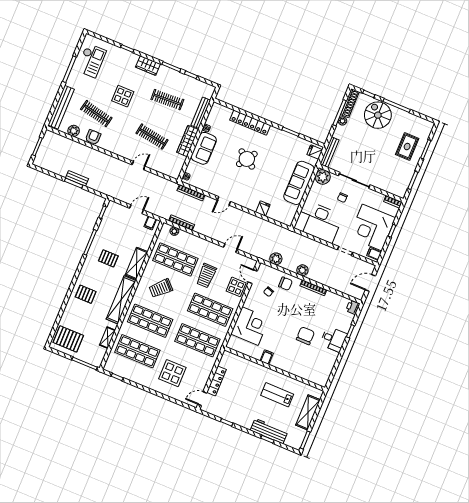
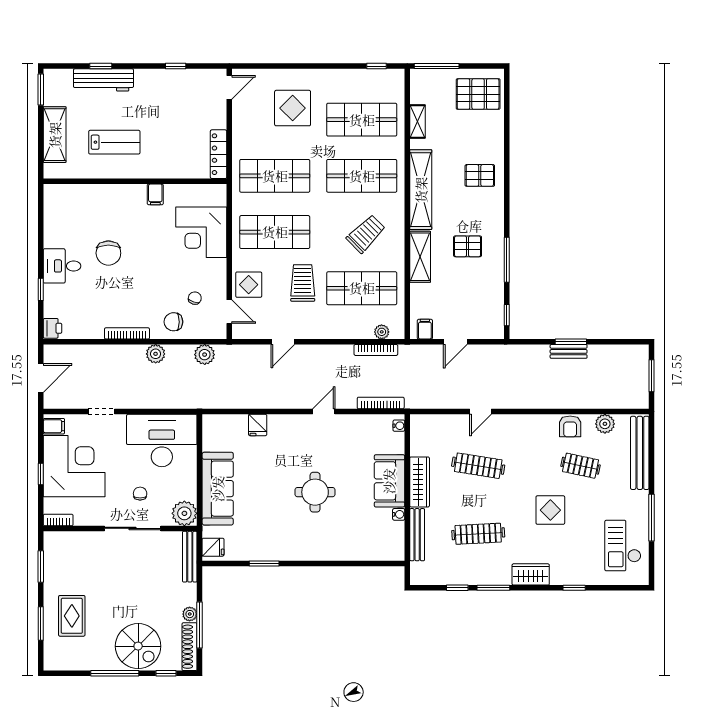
clothes rail: (96, 114) -> (581, 466), width x0.73
locker: (250, 123) -> (333, 551), removed
round table: (247, 159) -> (315, 492), turned -34
locker: (216, 381) -> (219, 154), moved

